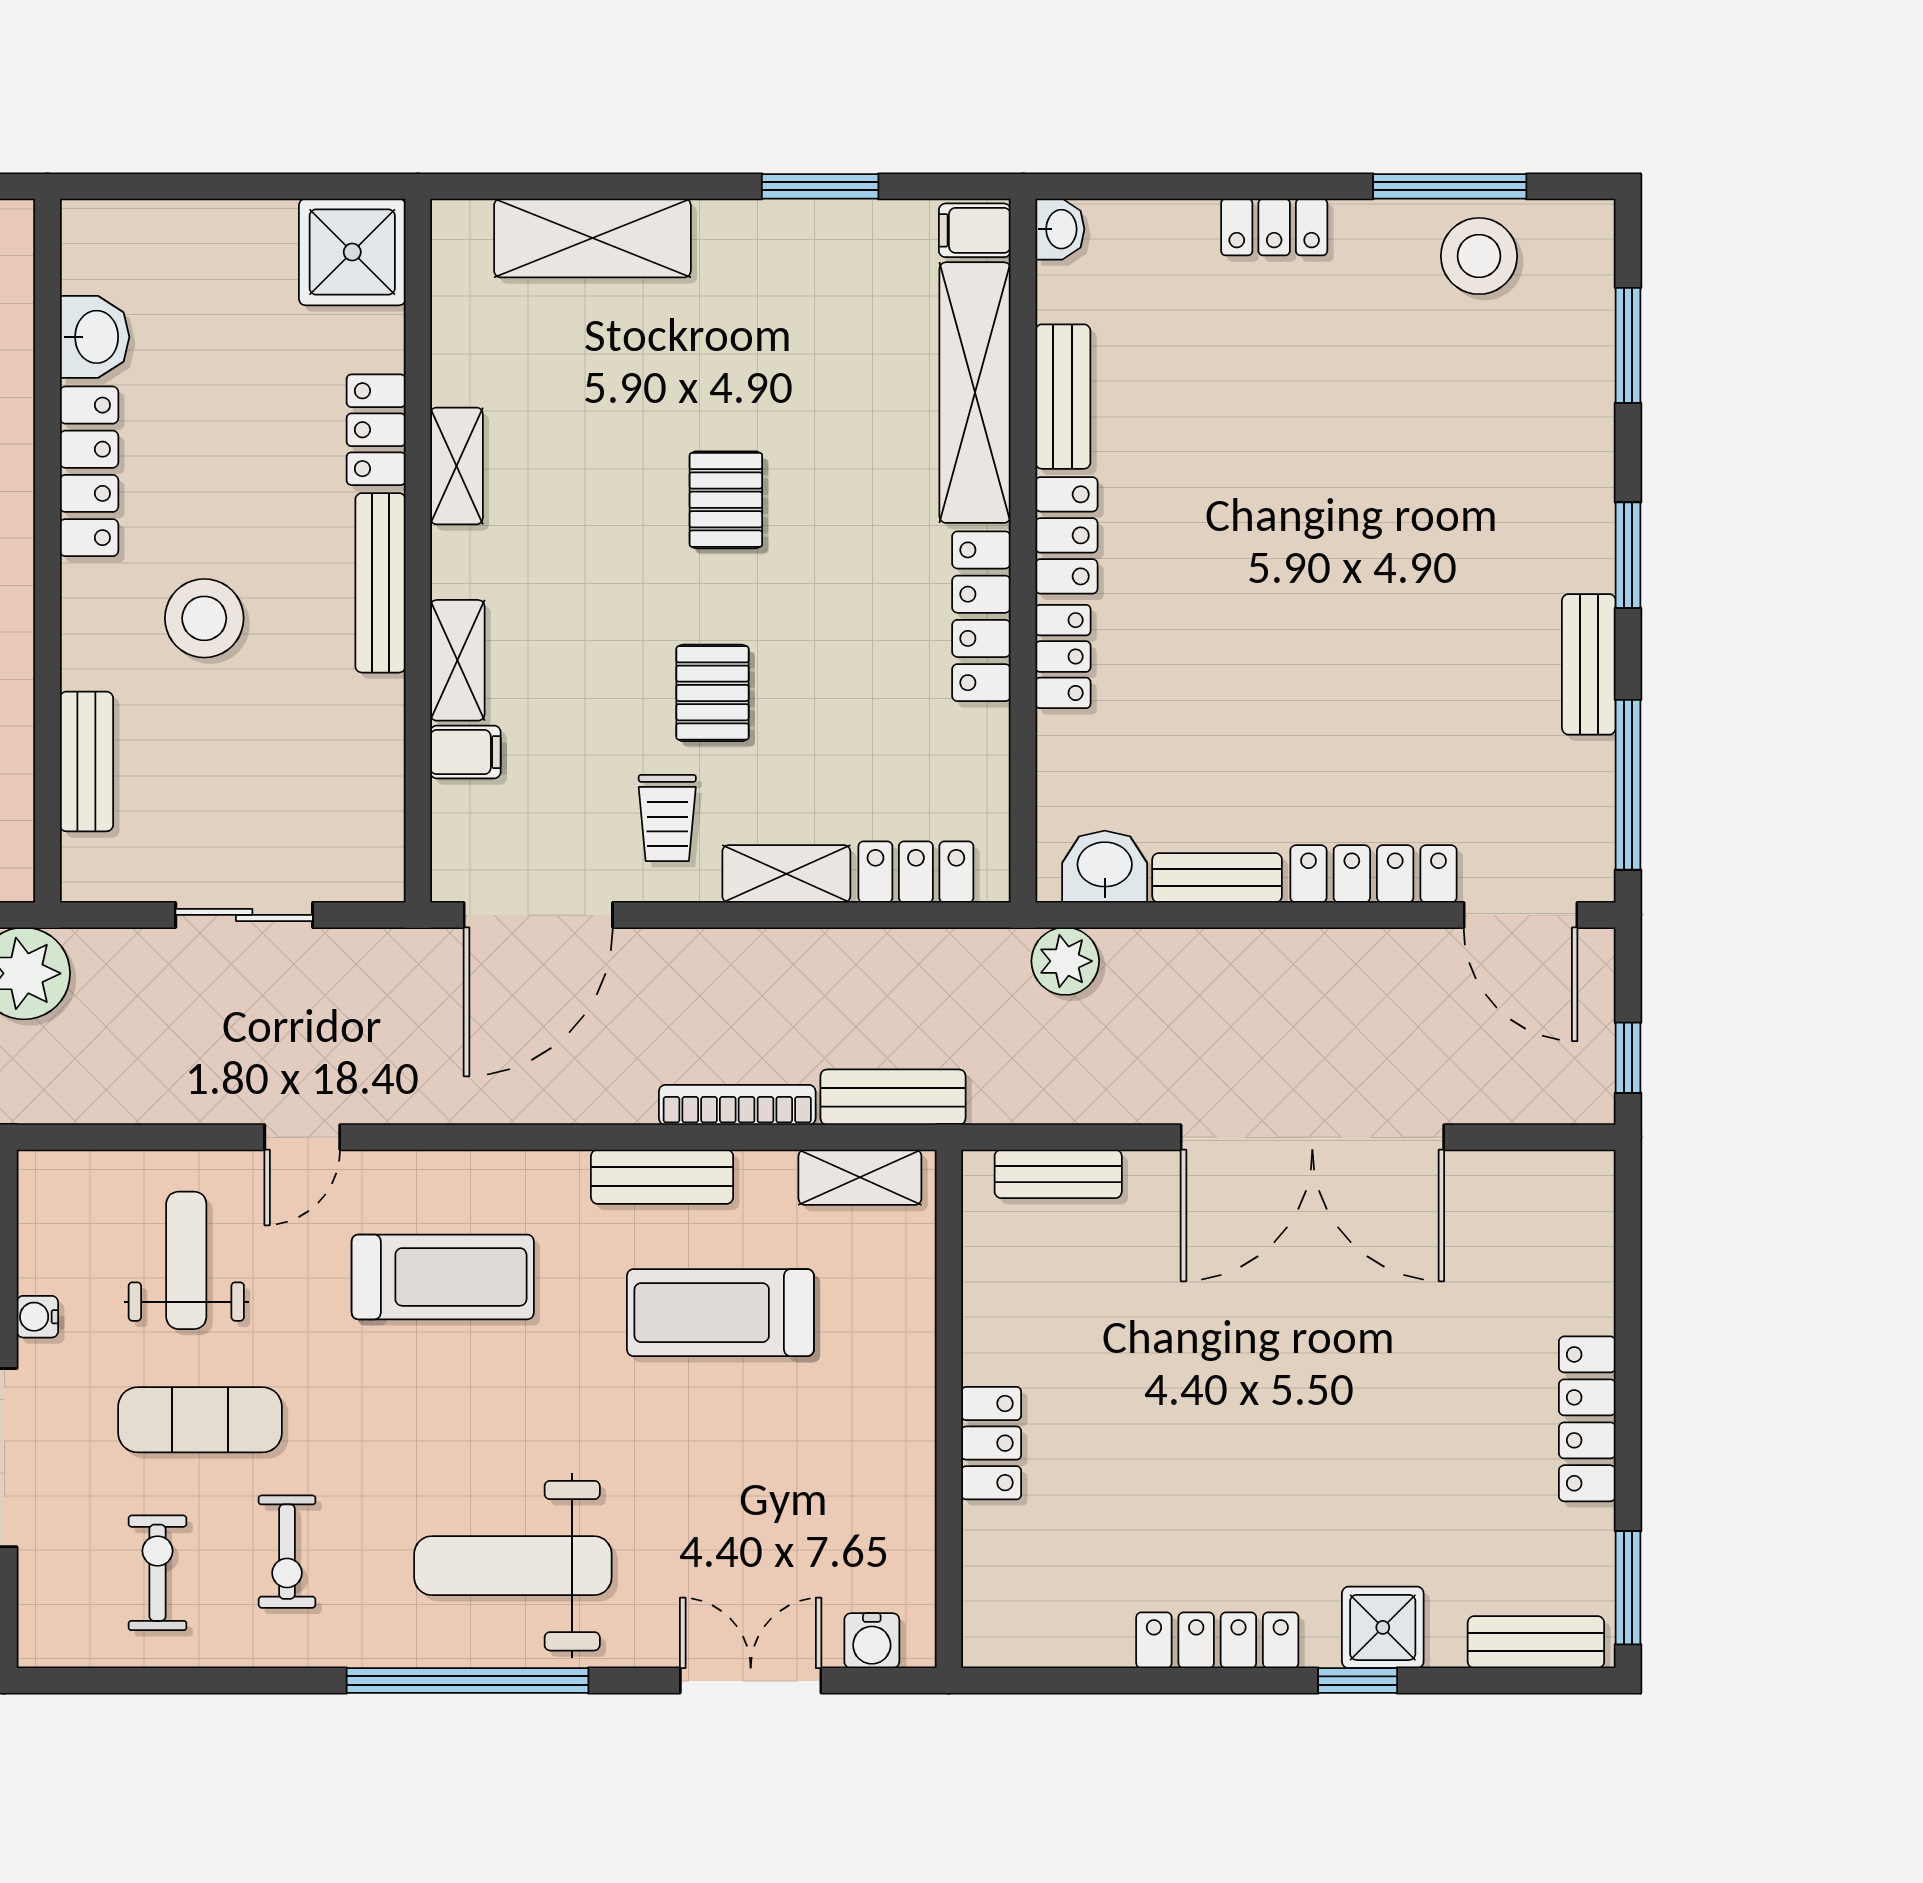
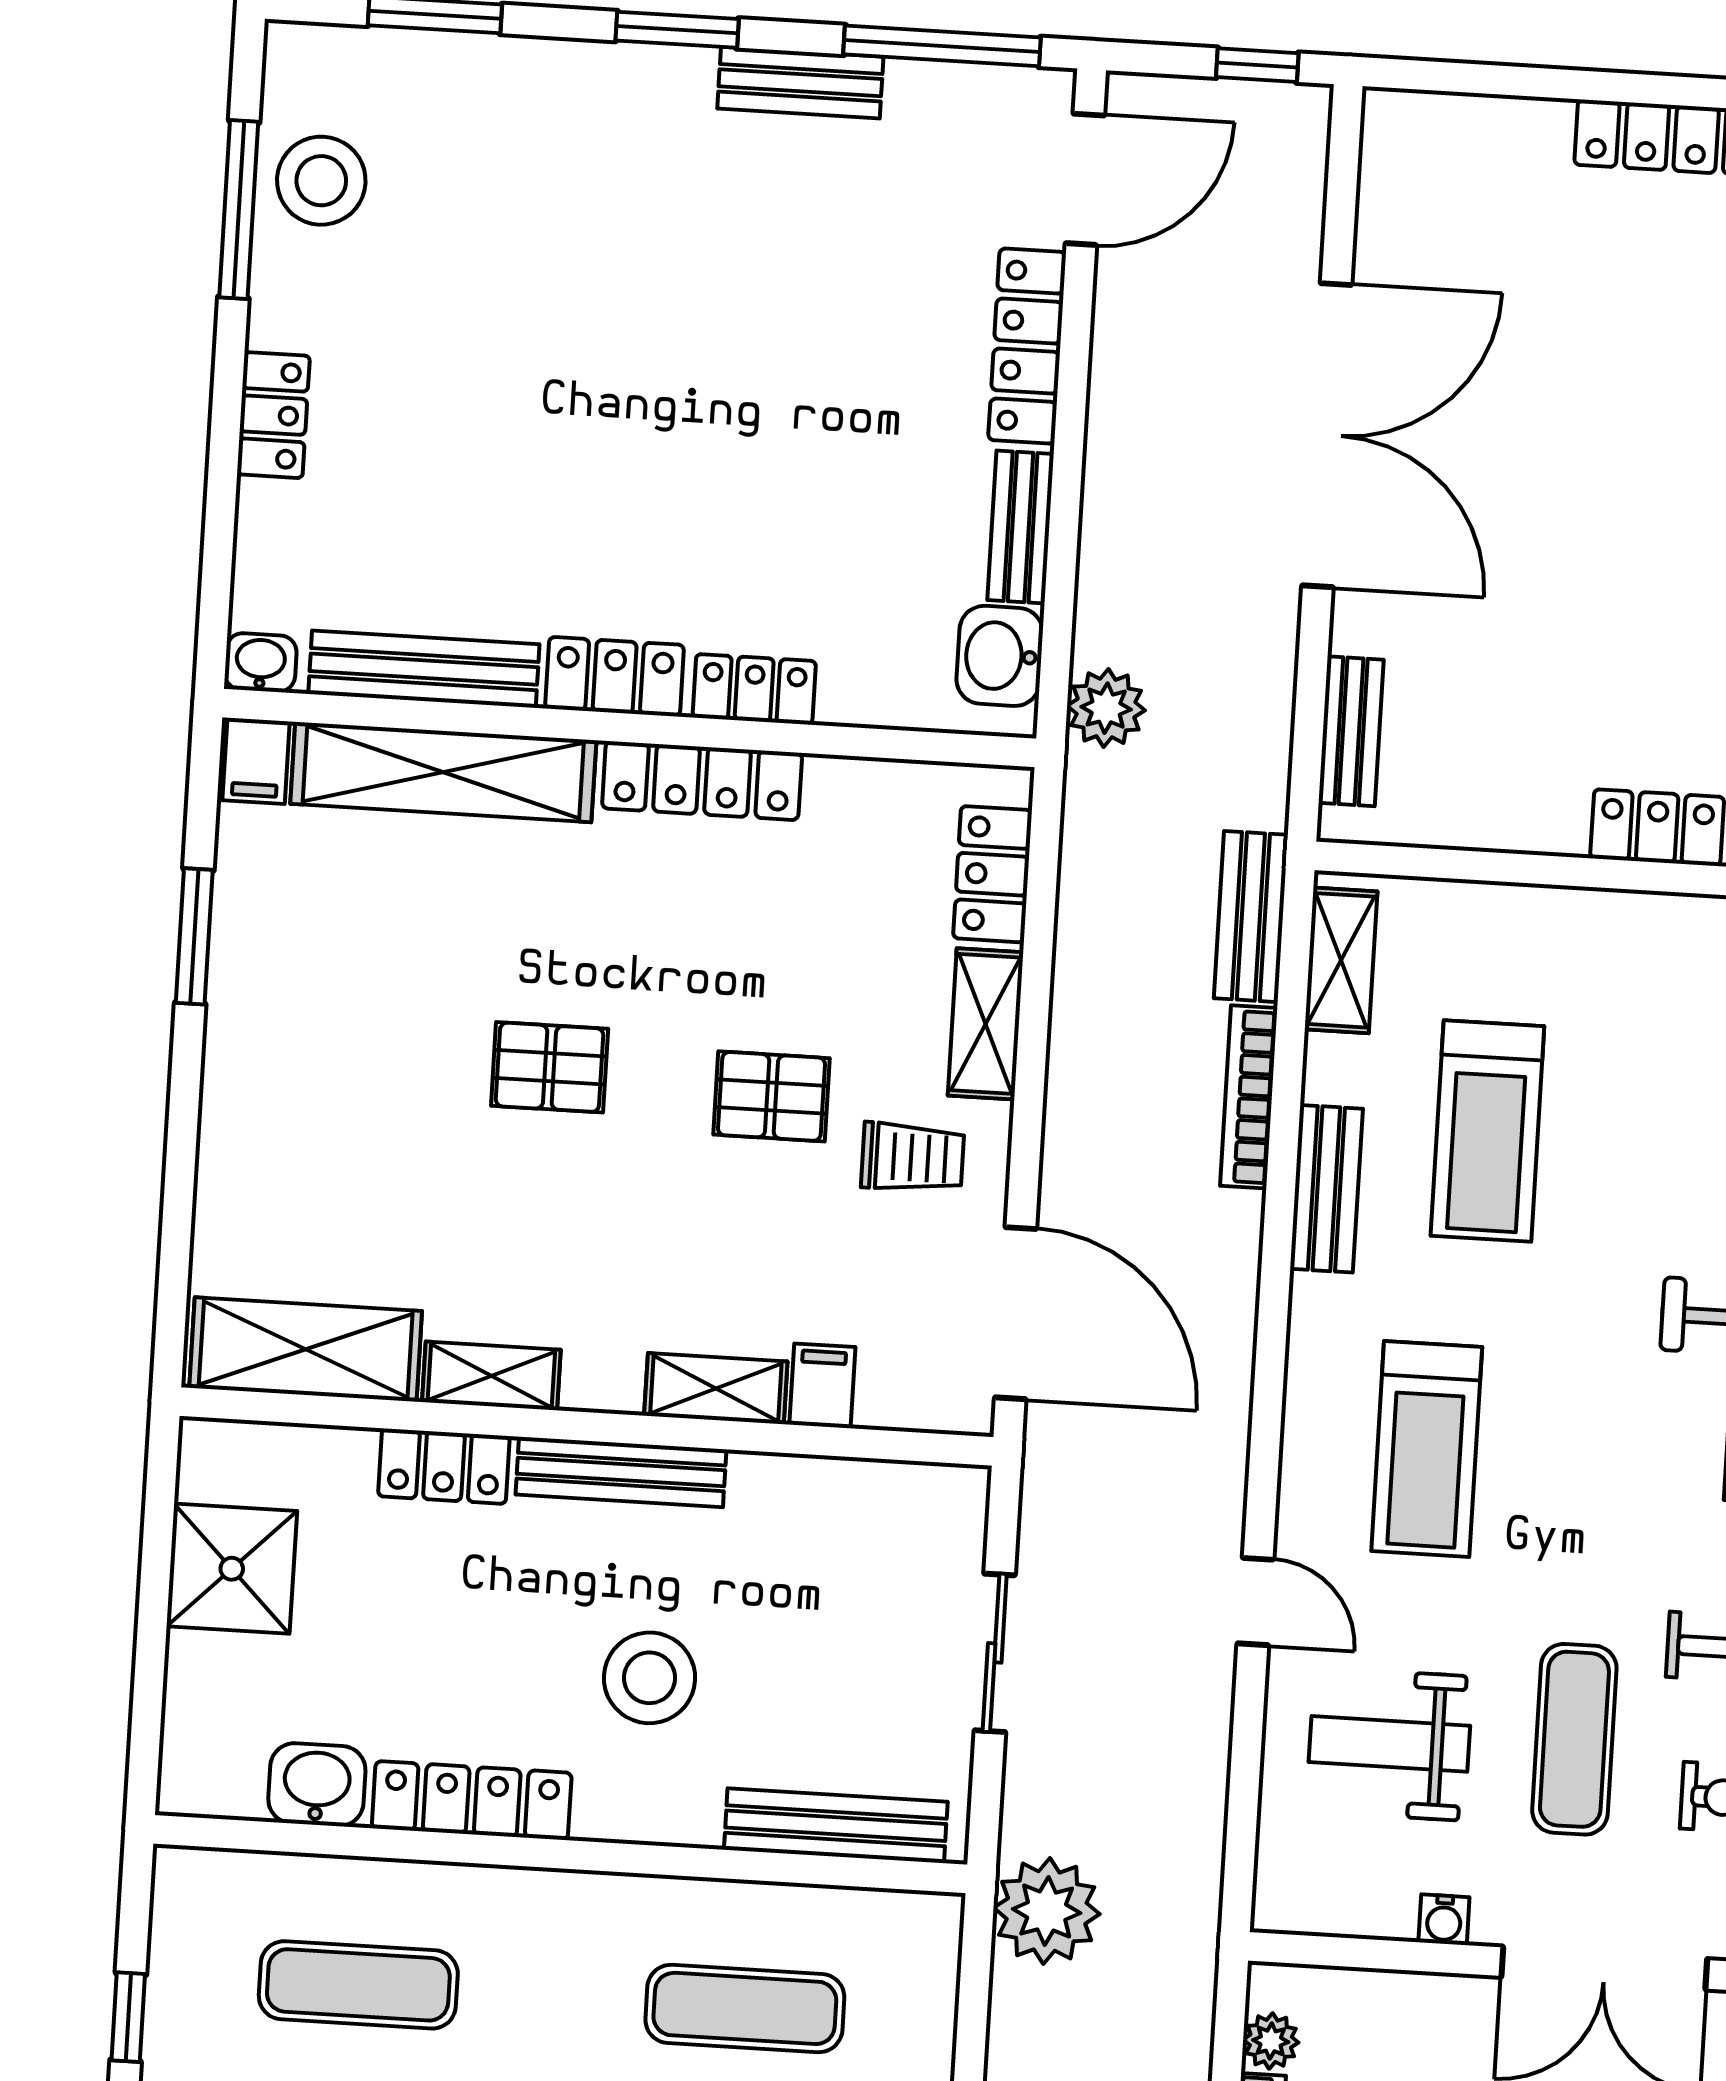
shelving: (592, 238) -> (306, 1349), moved, turned 90
shower: (352, 252) -> (232, 1569), moved
bench: (1063, 397) -> (424, 669), width x1.36
bench: (86, 761) -> (836, 1826), width x1.36
treadmill: (443, 1277) -> (1427, 1449), turned 180

